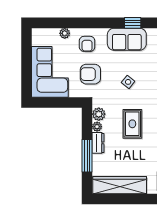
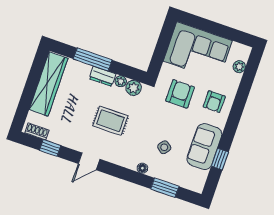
plant: (65, 33) -> (239, 67), moved
armchair: (87, 44) -> (214, 102), turned -90
side table: (128, 82) -> (164, 147), moved

